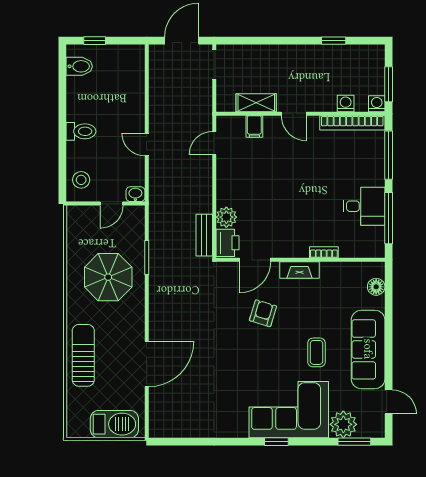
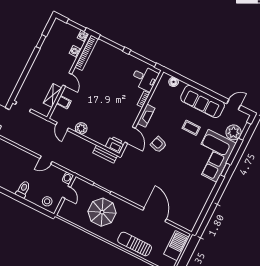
door: (294, 114) -> (67, 80), hinge flipped
desk: (364, 206) -> (145, 78), moved, turned 90
plant: (226, 217) -> (81, 128), moved

